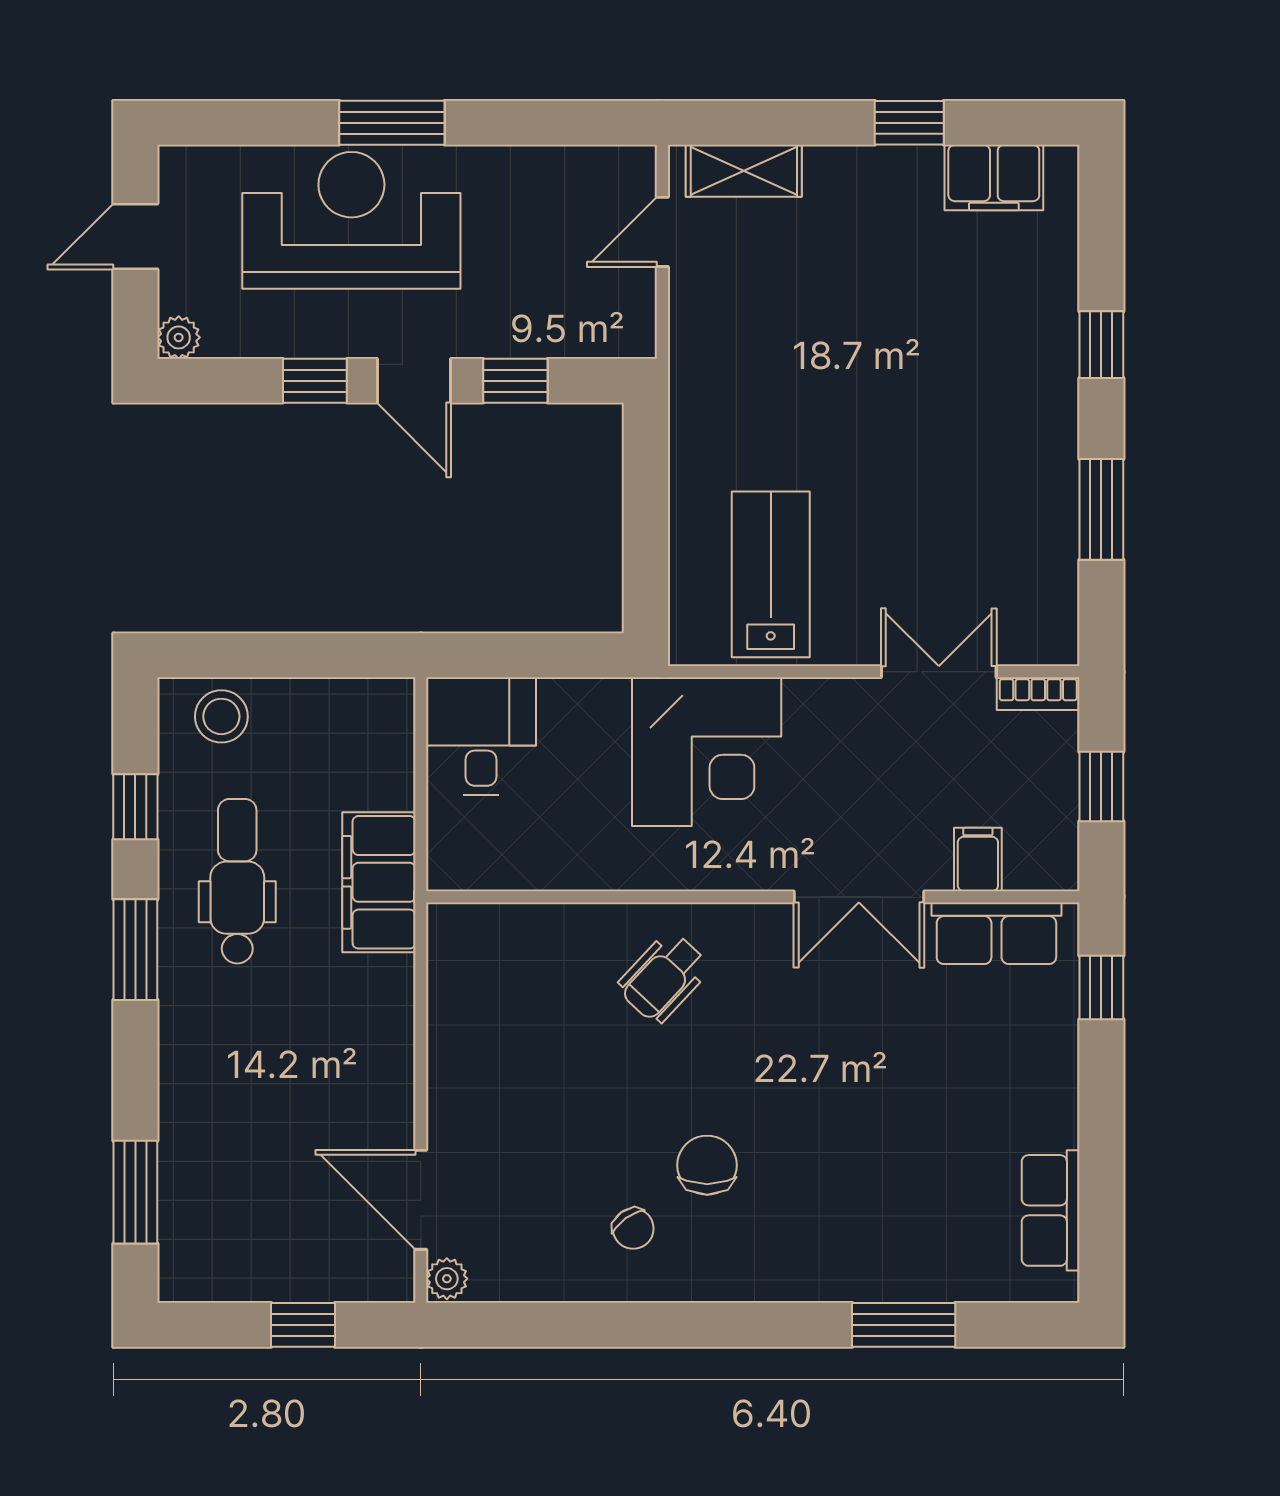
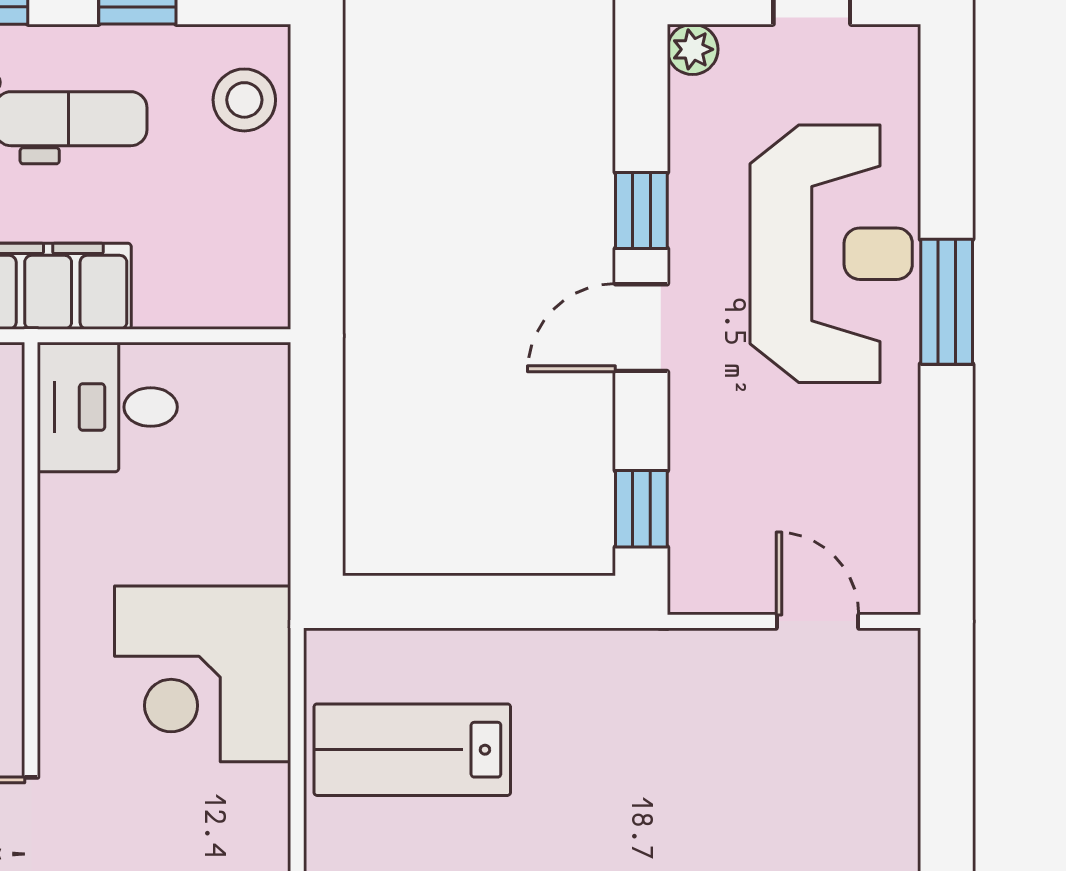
shelving: (744, 171) -> (890, 718), removed
window: (515, 381) -> (641, 509), moved
lab bench: (771, 574) -> (412, 750), turned 180
desk: (481, 736) -> (107, 407), moved, turned 180

